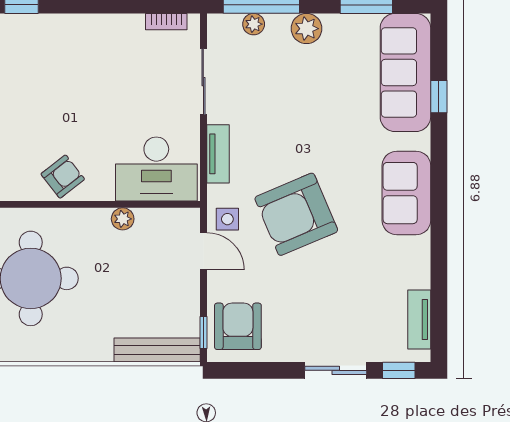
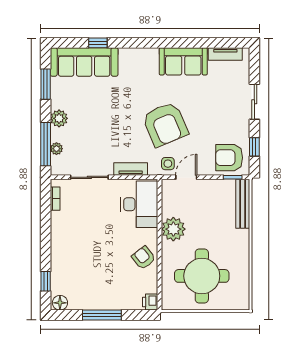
sofa: (406, 193) -> (183, 61), moved
plant: (123, 219) -> (173, 229), width x1.88, depth x1.88
window: (399, 370) -> (254, 147), moved

